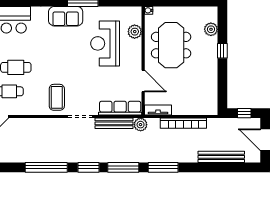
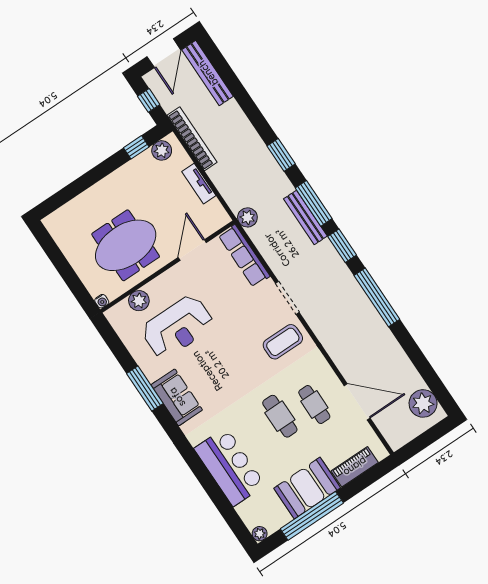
plant: (211, 29) -> (162, 150), moved
window: (222, 51) -> (136, 147), moved
tv unit: (158, 110) -> (199, 184), moved
bench: (114, 123) -> (305, 217), moved
bookcase: (183, 123) -> (192, 139), moved
bench: (221, 157) -> (208, 73), moved
window: (163, 167) -> (281, 155), width x0.69

